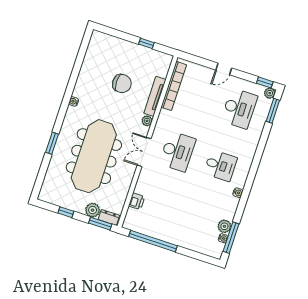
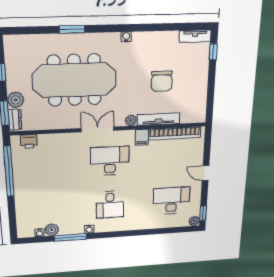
window: (146, 43) -> (213, 52), moved
tv unit: (94, 44) -> (195, 36), added
desk: (239, 108) -> (171, 201), turned 180
window: (273, 111) -> (178, 230), removed
filing cabinet: (166, 116) -> (142, 137), added
desk: (177, 151) -> (110, 161), turned 180
printer: (137, 201) -> (29, 141), moved
window: (231, 238) -> (71, 237), moved

